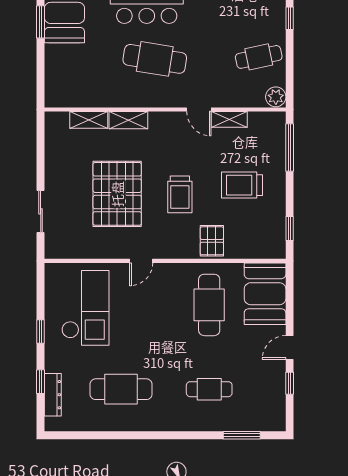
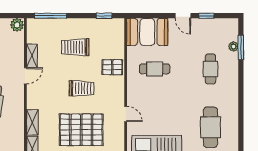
trolley: (242, 185) -> (75, 47), turned 90
cafe table: (209, 305) -> (155, 69), width x0.73, depth x0.74
plant: (243, 424) -> (233, 46), added

